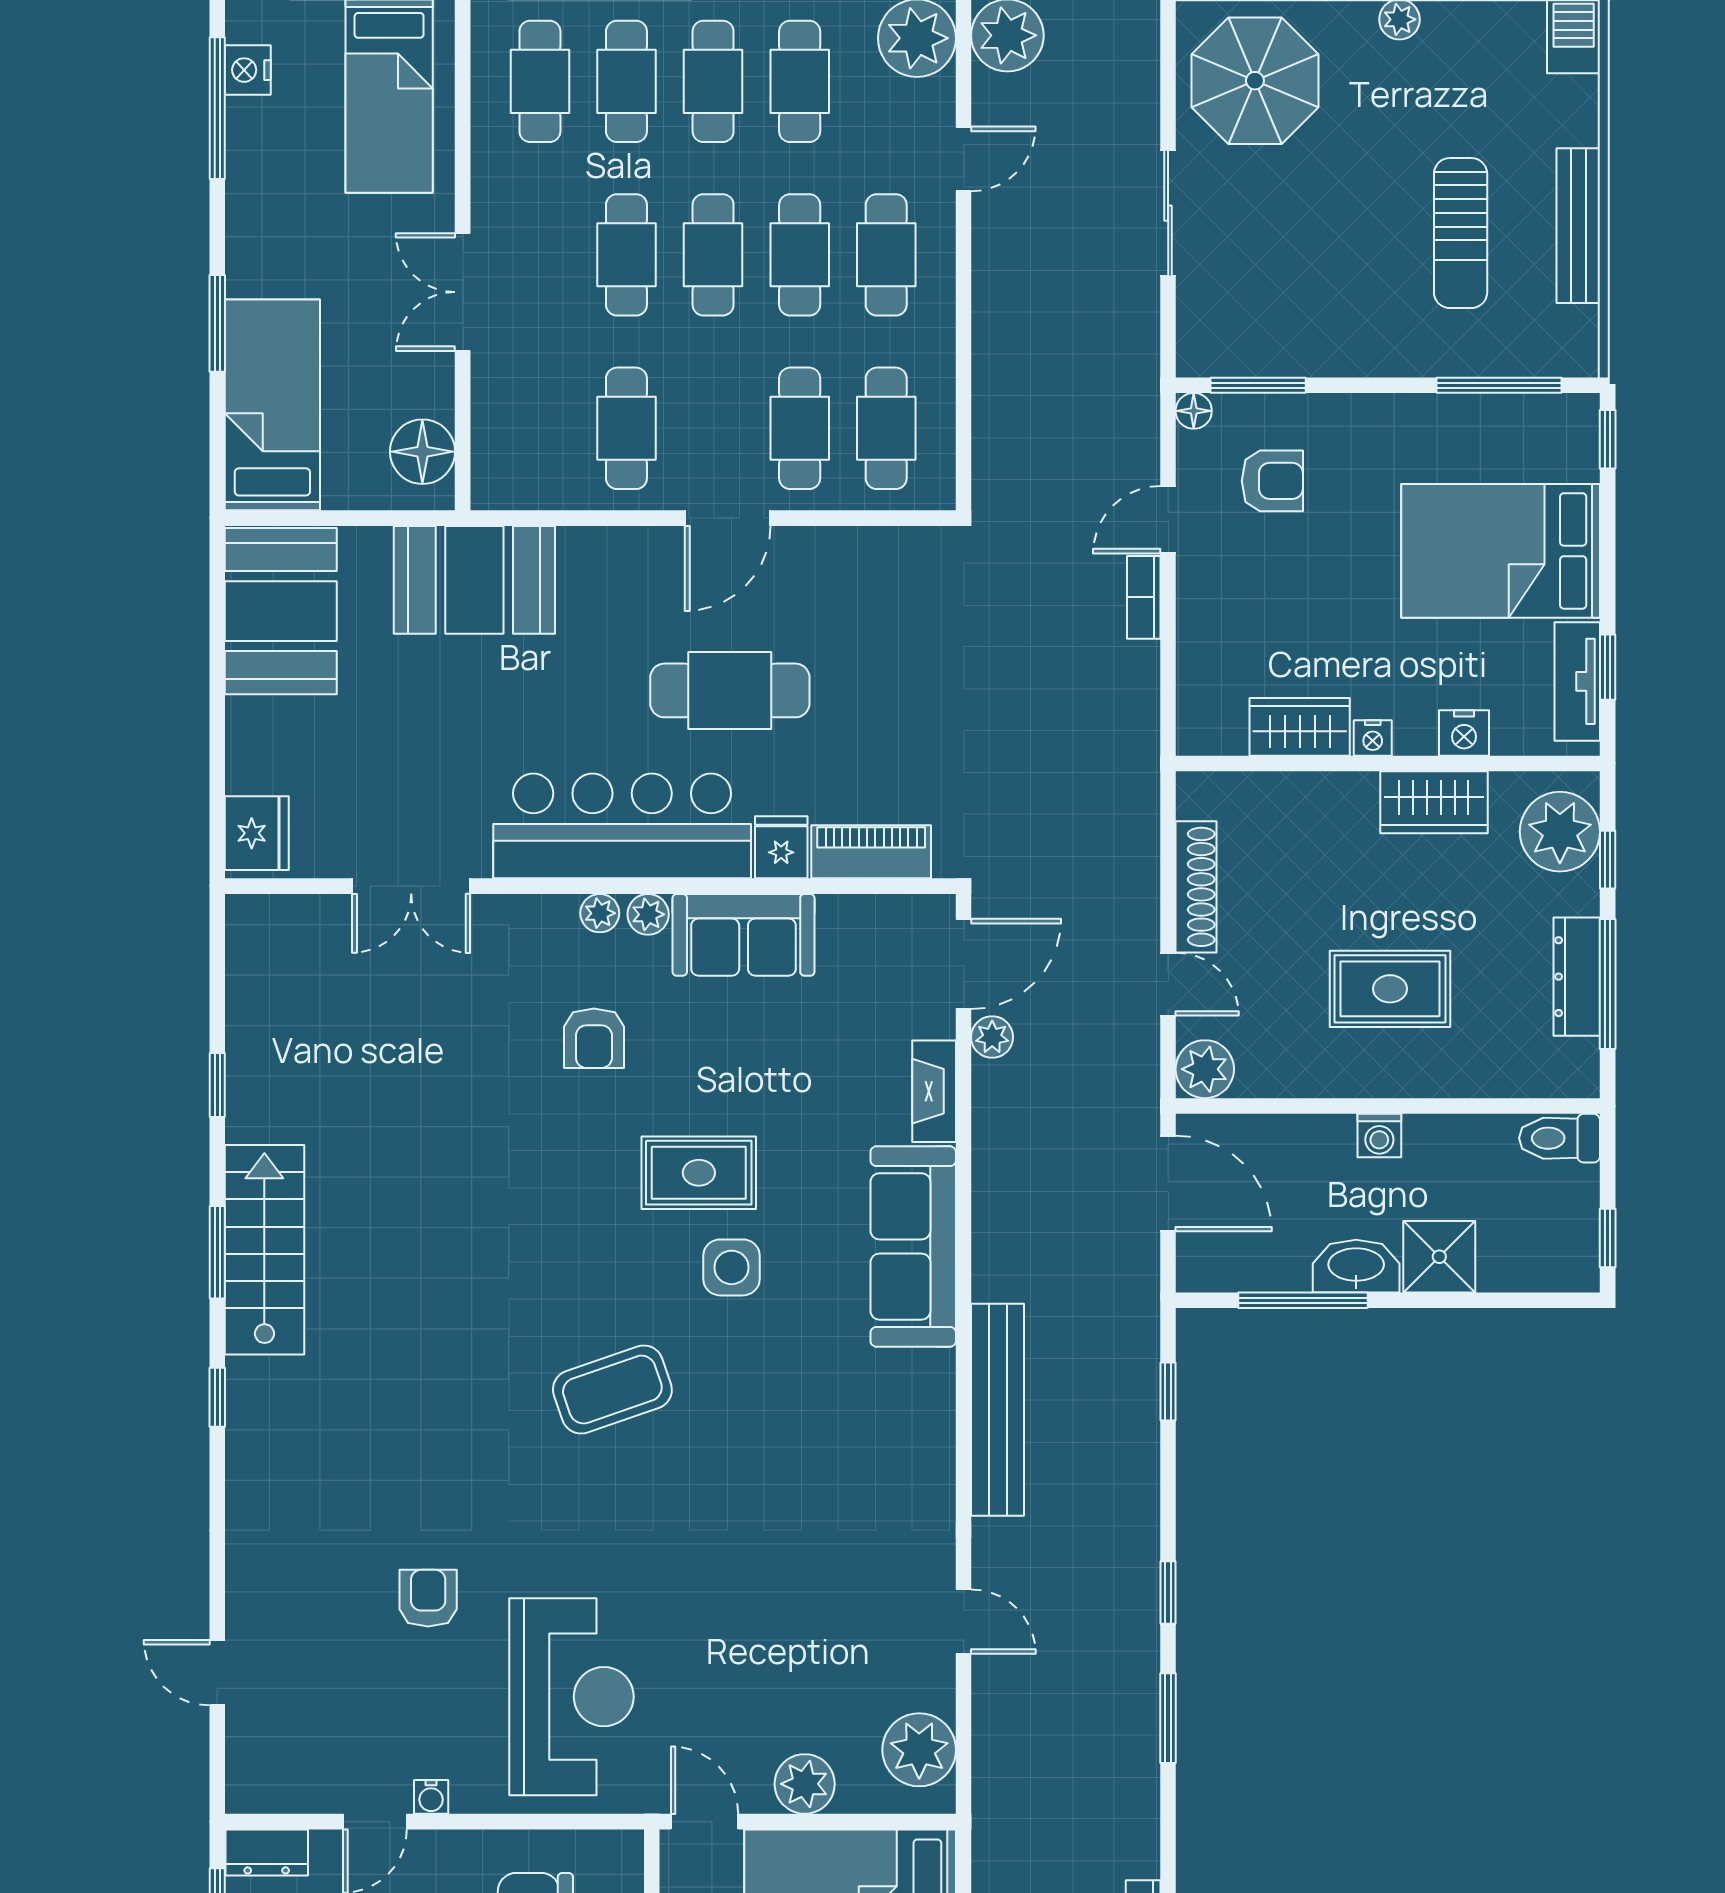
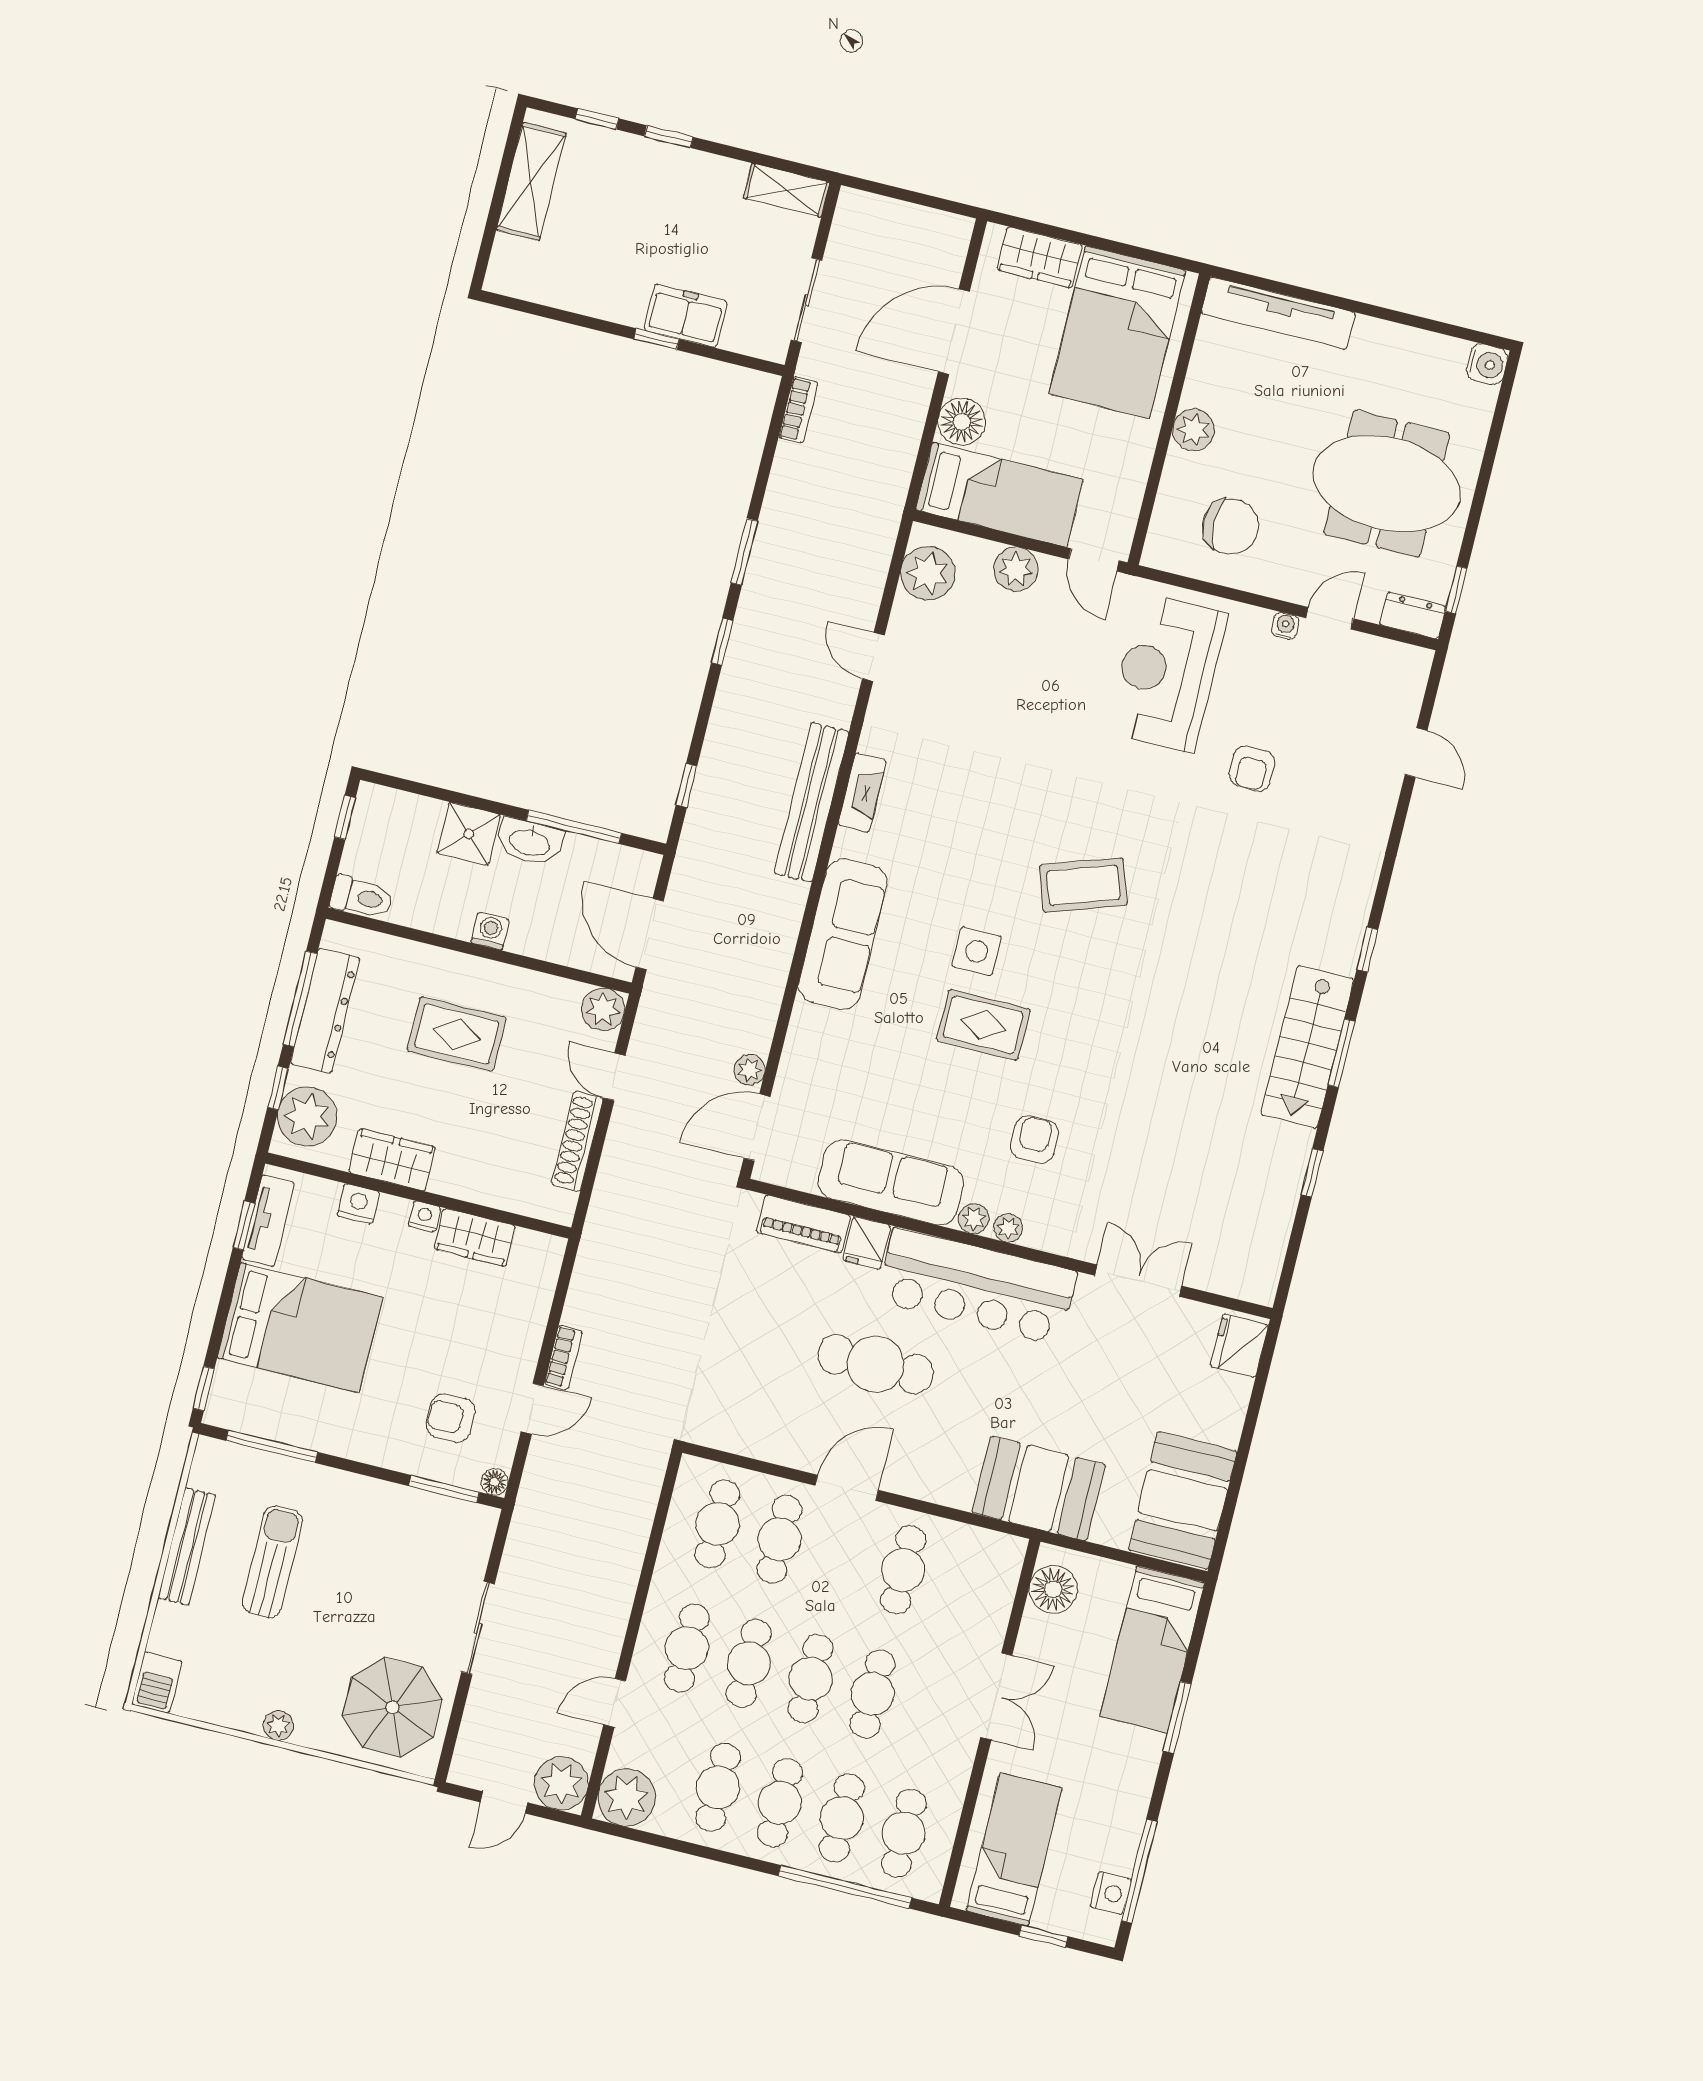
sofa: (744, 935) -> (891, 1183), width x1.36
dresser: (1577, 977) -> (325, 1011), width x1.37, depth x1.24
fireplace: (934, 1091) -> (862, 793), moved

